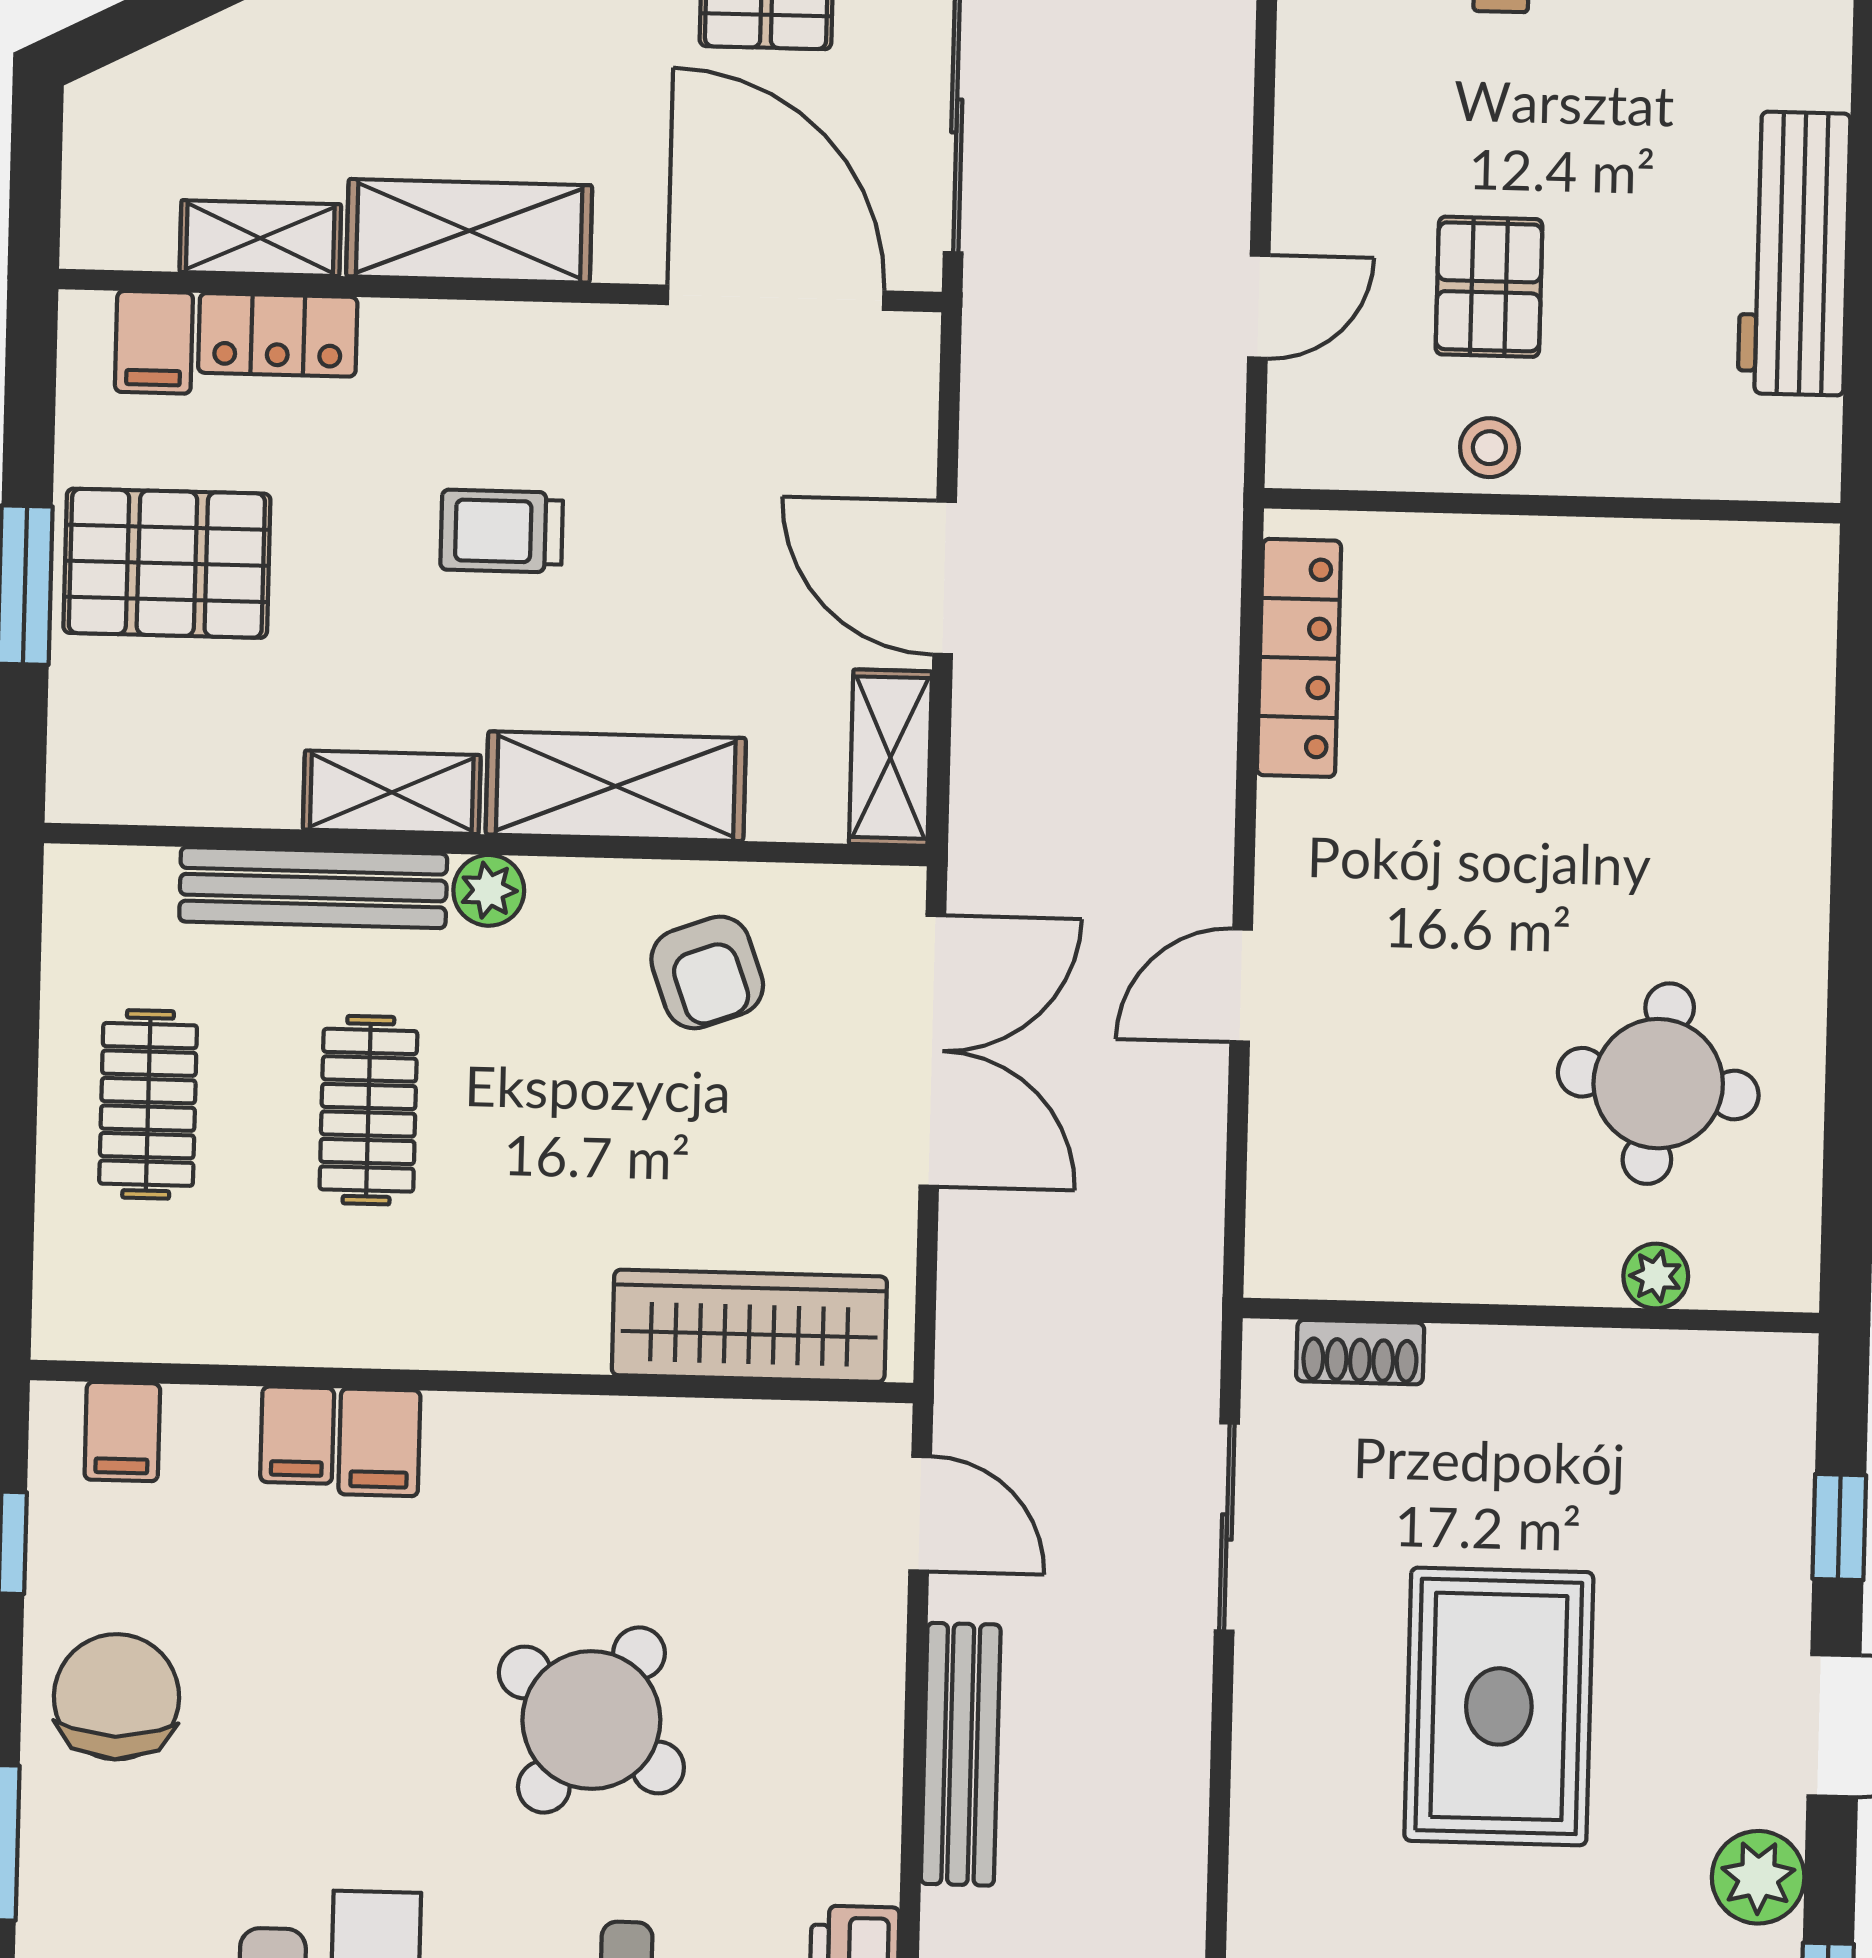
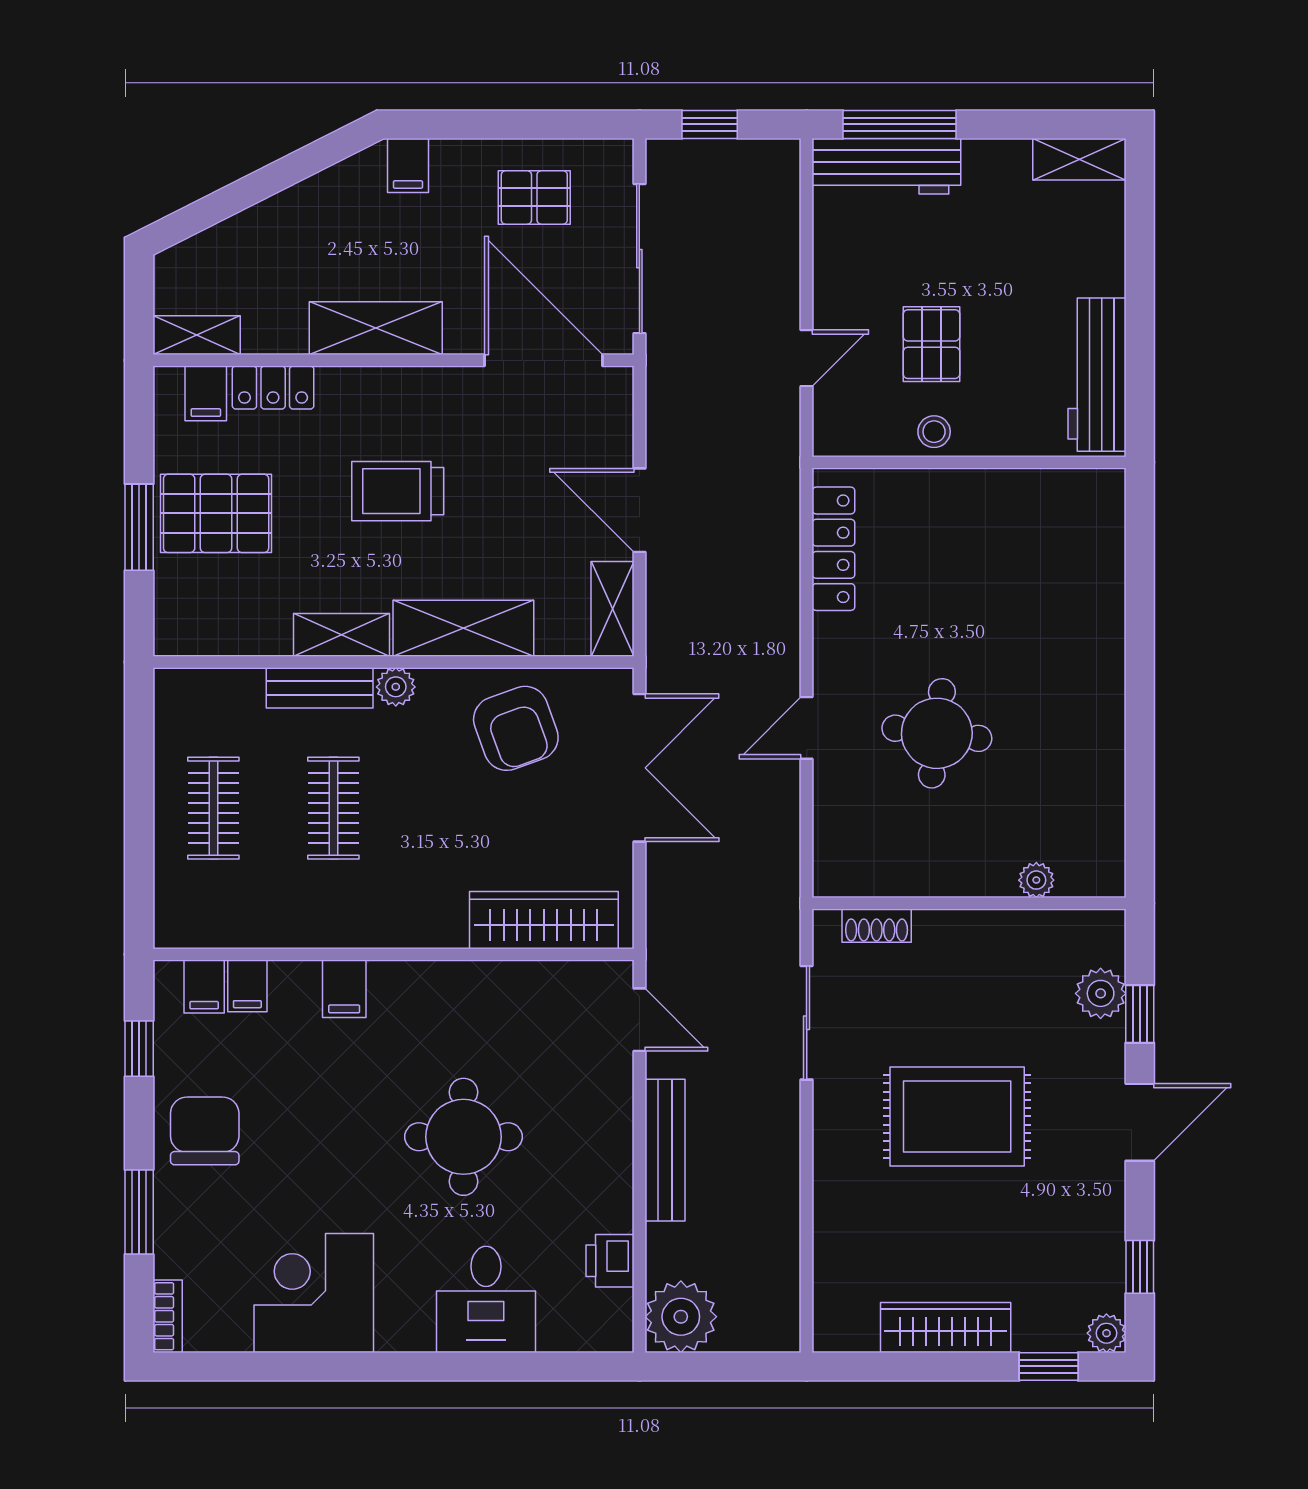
shelving: (260, 238) -> (197, 335), moved
workbench: (1794, 253) -> (1097, 375), moved
trolley: (502, 531) -> (398, 491), width x1.36, depth x1.39
bench: (313, 888) -> (320, 688), width x0.73
armchair: (707, 972) -> (516, 728), width x1.38, depth x1.38
round table: (1658, 1084) -> (937, 733), moved
filing cabinet: (297, 1435) -> (247, 986), moved
rug: (1499, 1706) -> (957, 1116), turned 90
round table: (591, 1720) -> (463, 1137), turned -34
plant: (1758, 1877) -> (1101, 993), moved

